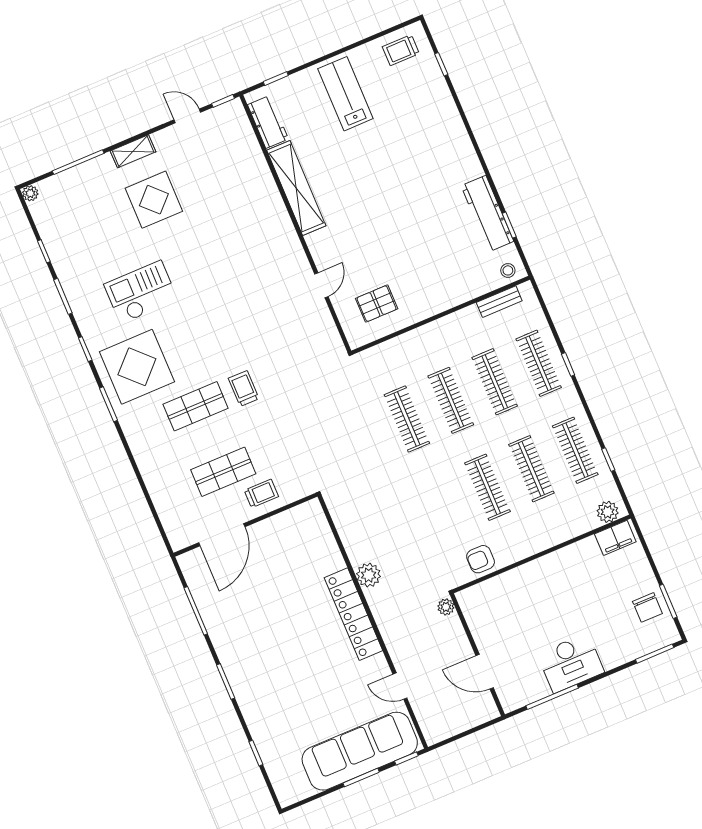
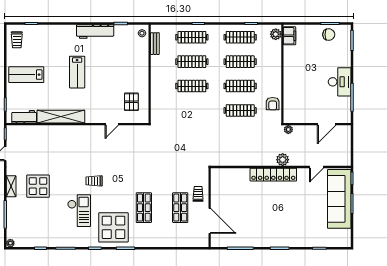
lab bench: (389, 183) -> (77, 72), added
workbench: (487, 213) -> (95, 32), moved
door: (321, 285) -> (112, 124), swing flipped
checkout: (141, 292) -> (79, 211), turned 180
trolley: (244, 388) -> (94, 181), moved
clothes rail: (407, 419) -> (240, 110), moved
plant: (369, 575) -> (283, 160), moved

